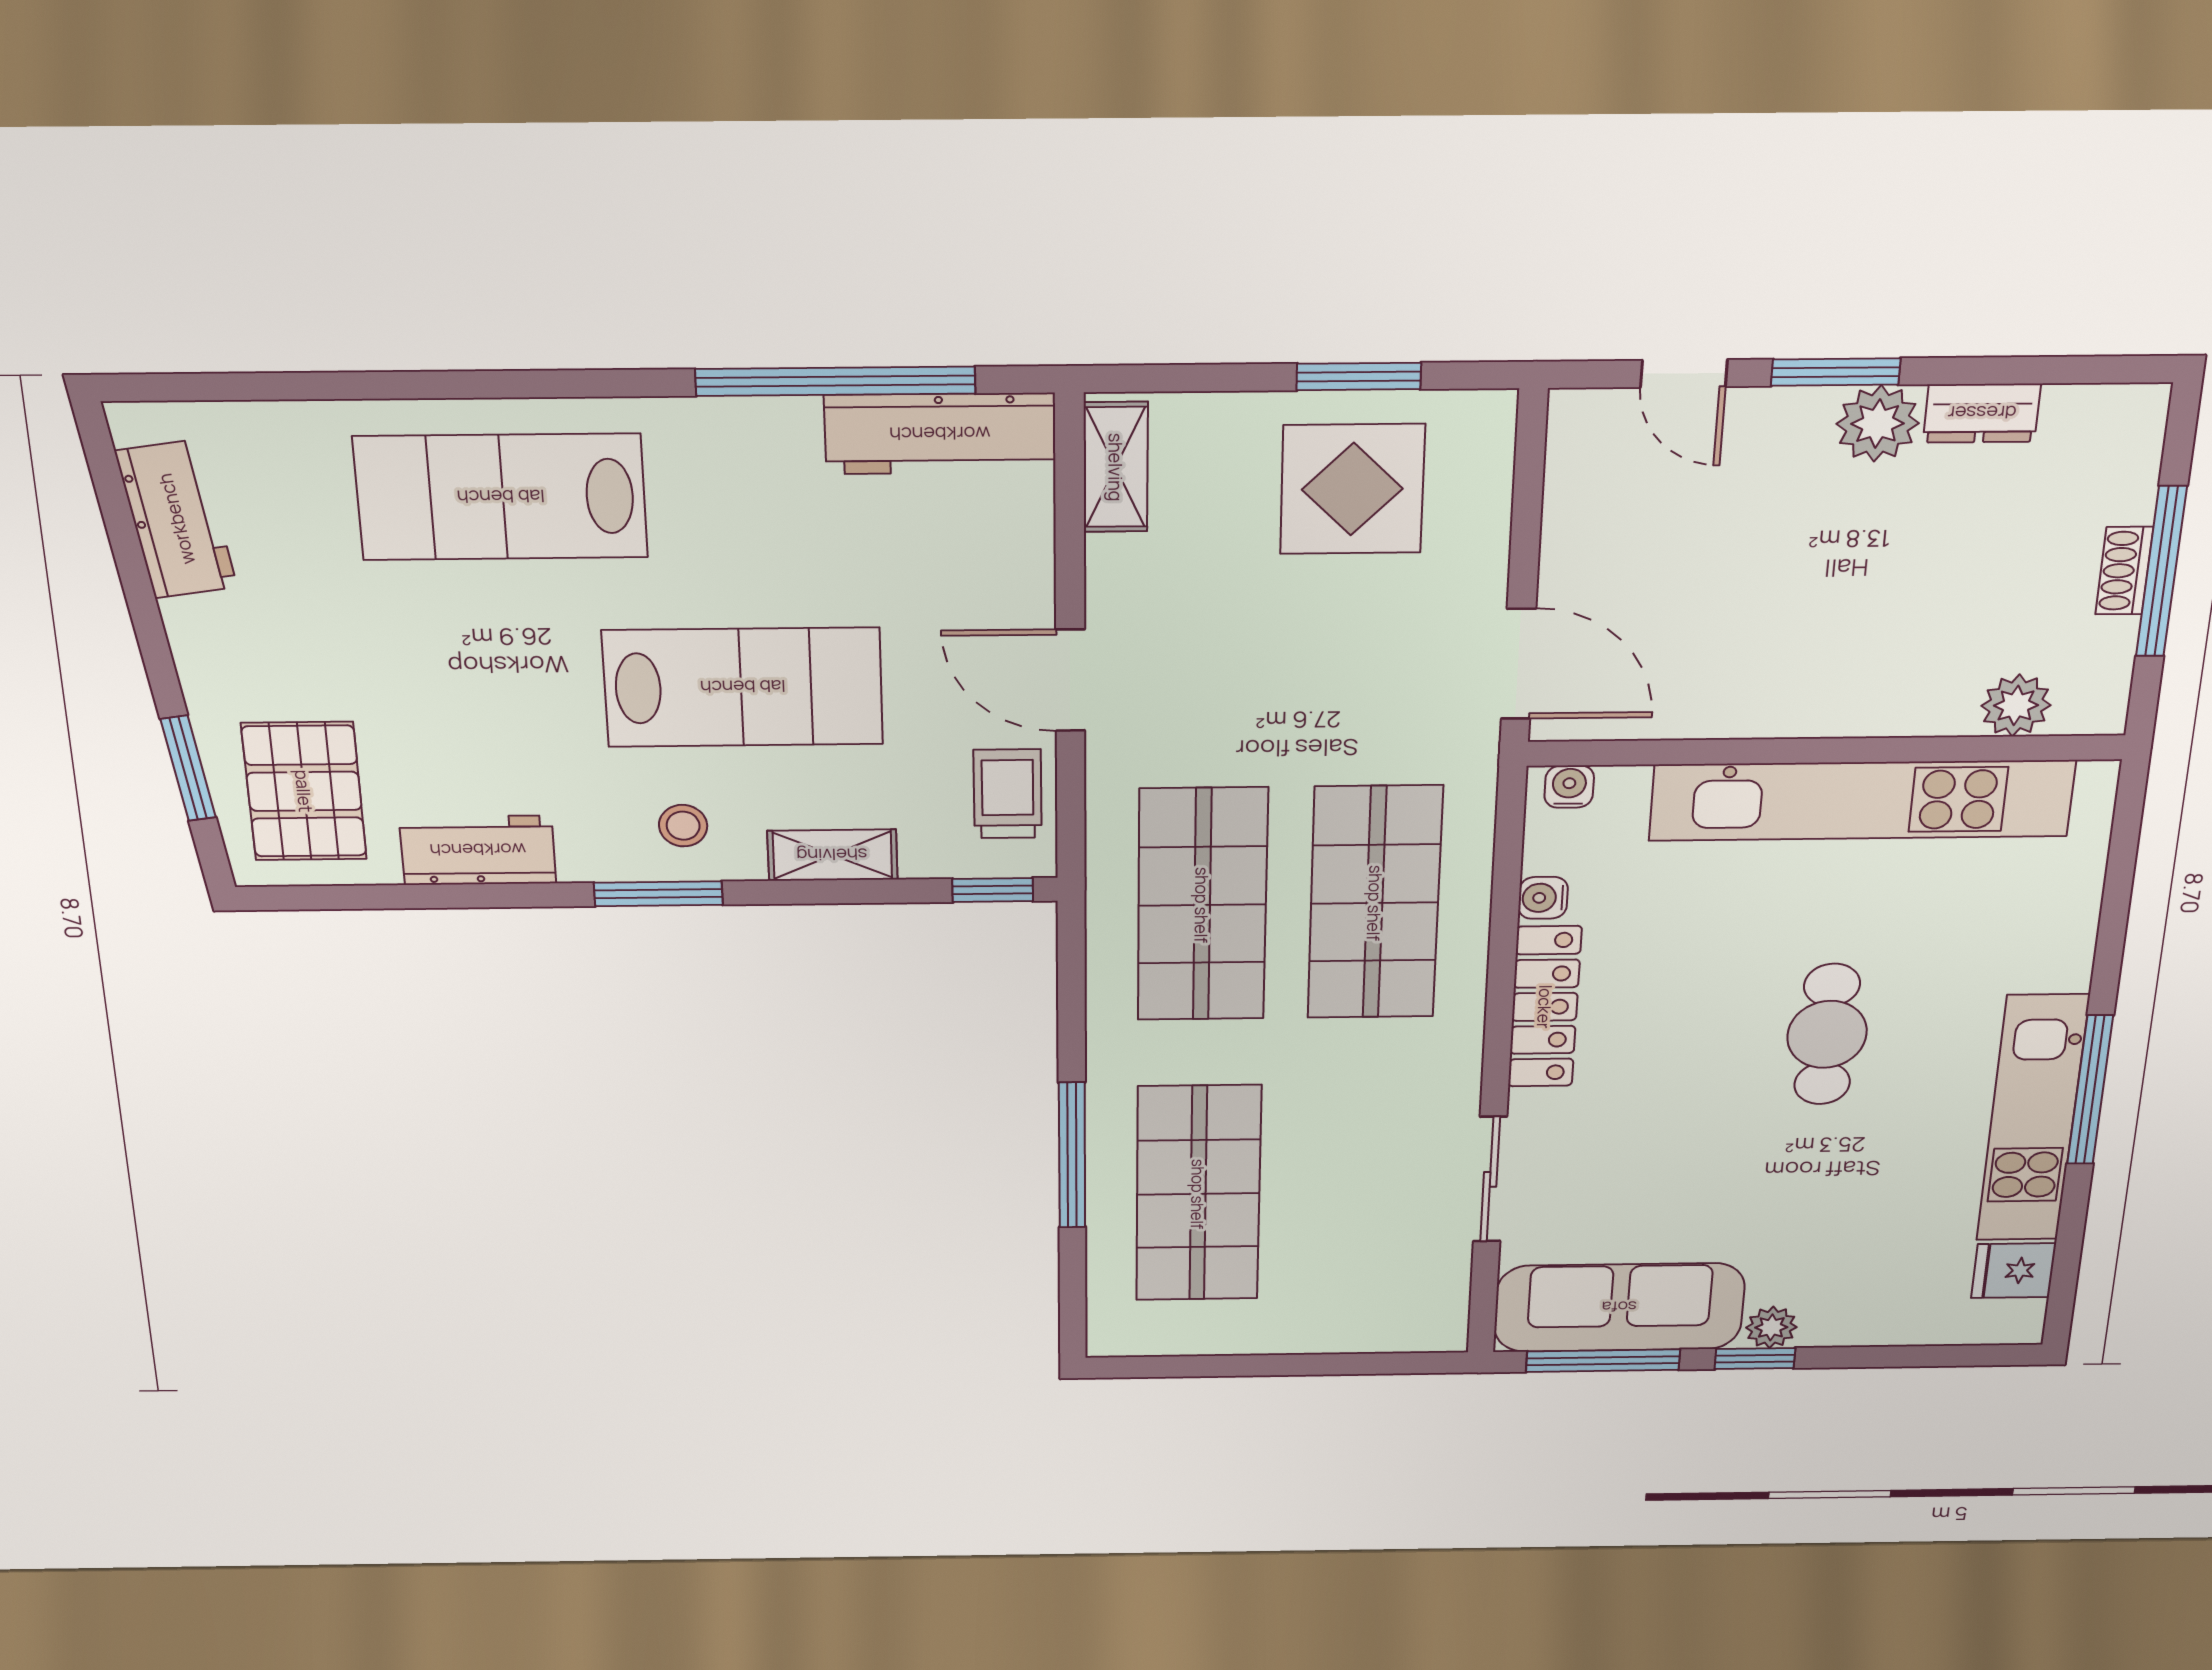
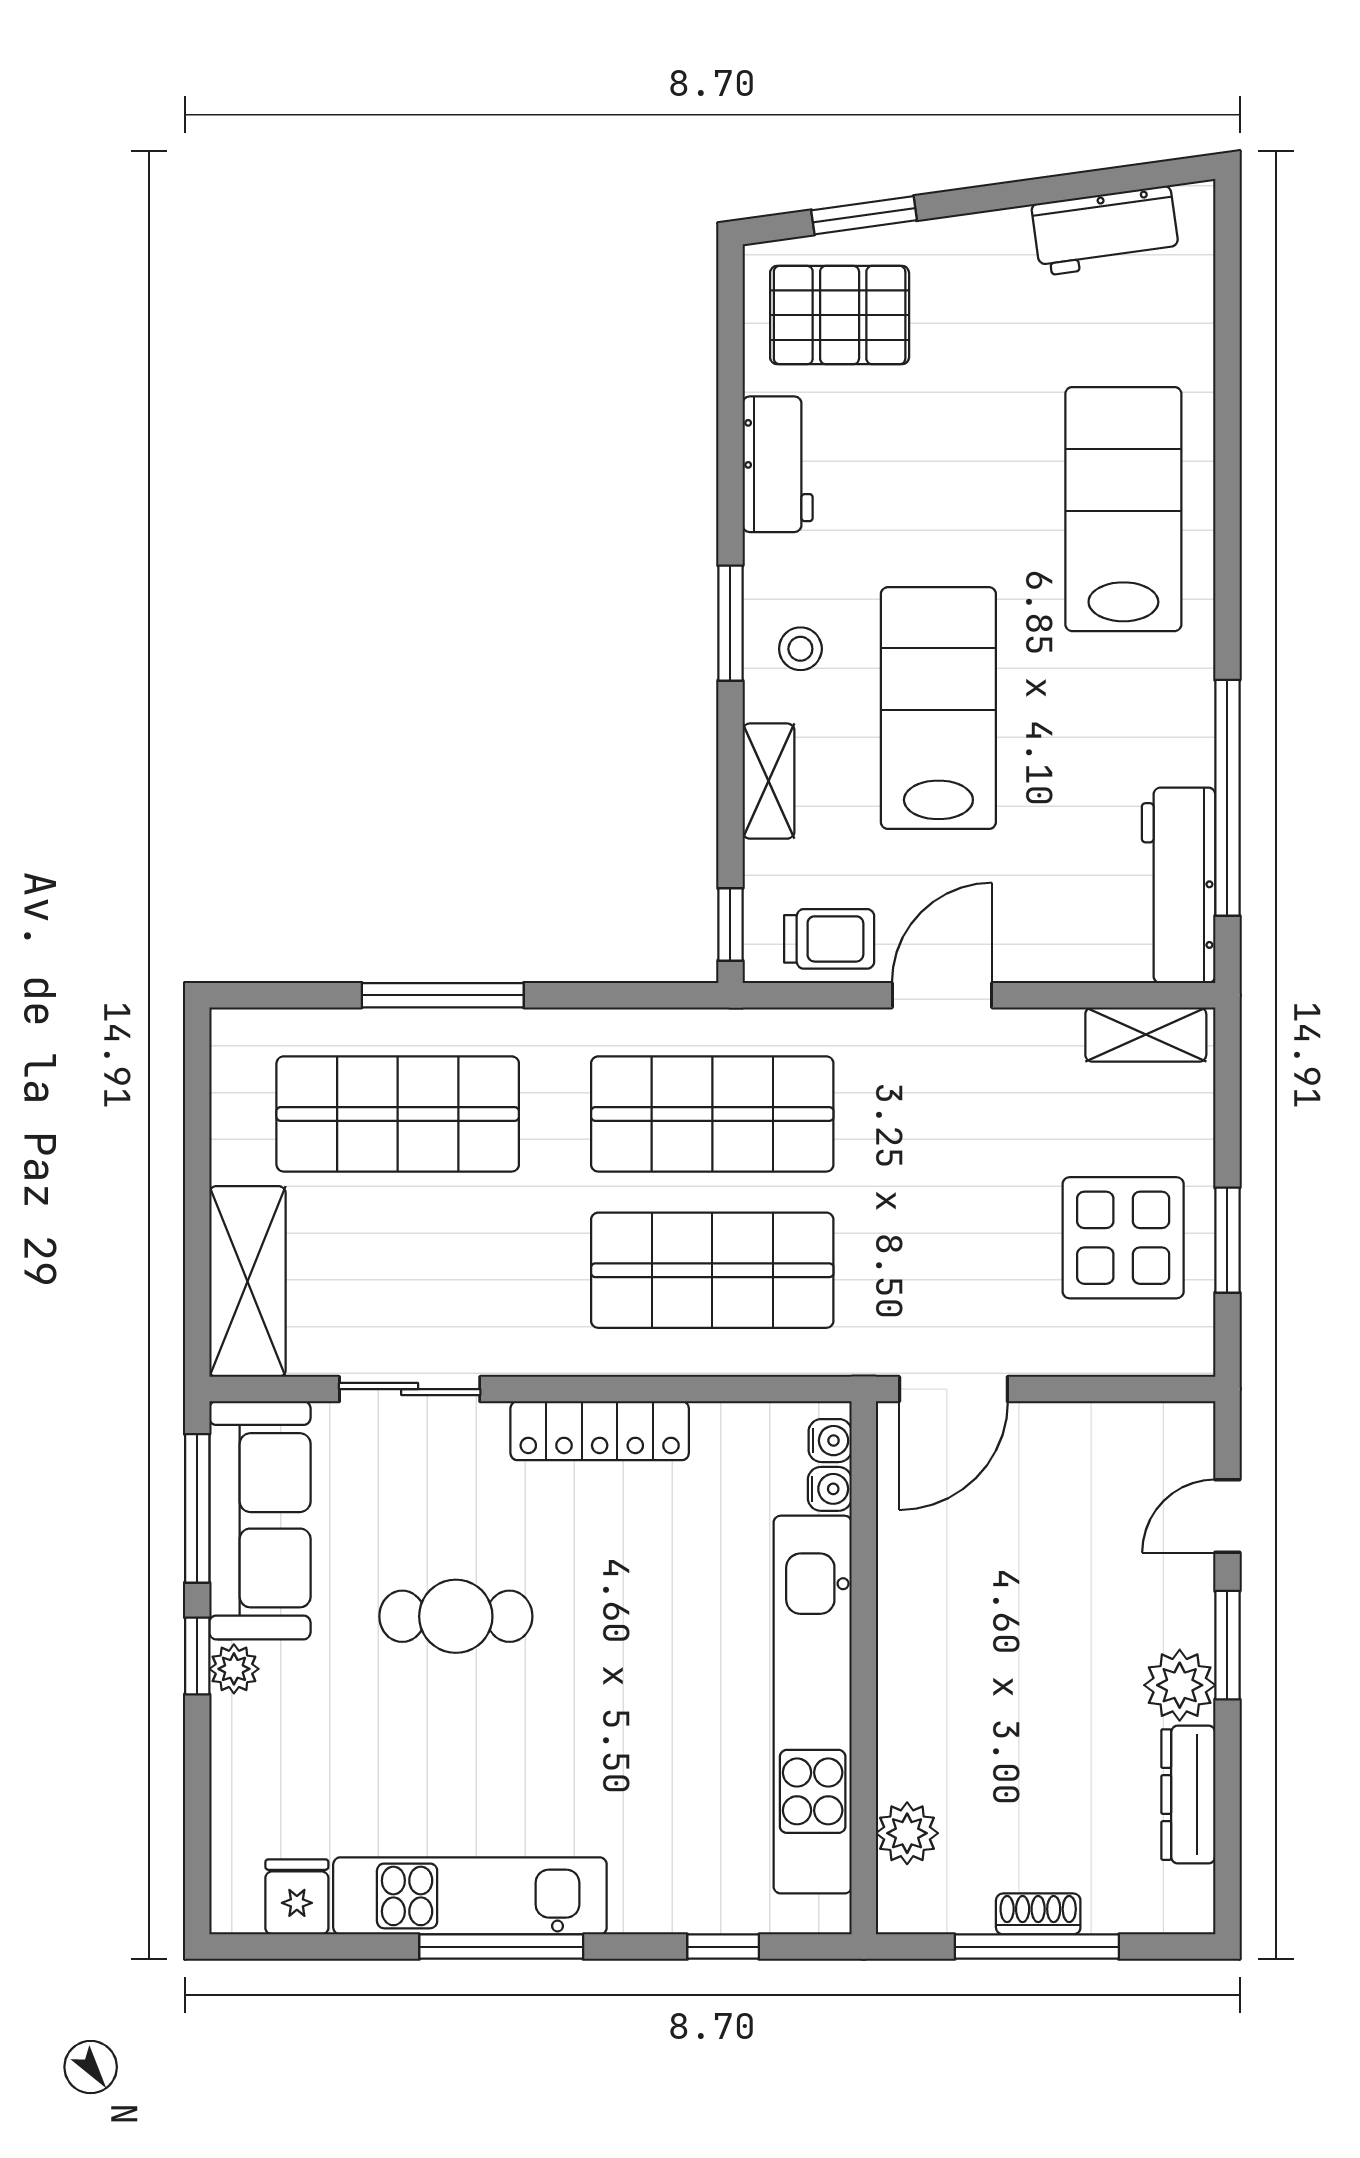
dresser: (1982, 413) -> (1188, 1795), width x1.44
lab bench: (743, 687) -> (938, 708), turned 180
window: (2118, 884) -> (723, 1947), added
water cooler: (1543, 898) -> (830, 1489), moved, turned 90
cafe table: (1827, 1034) -> (456, 1616), moved
shelving: (1371, 1321) -> (247, 1282), added

